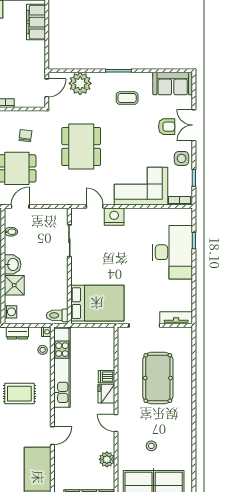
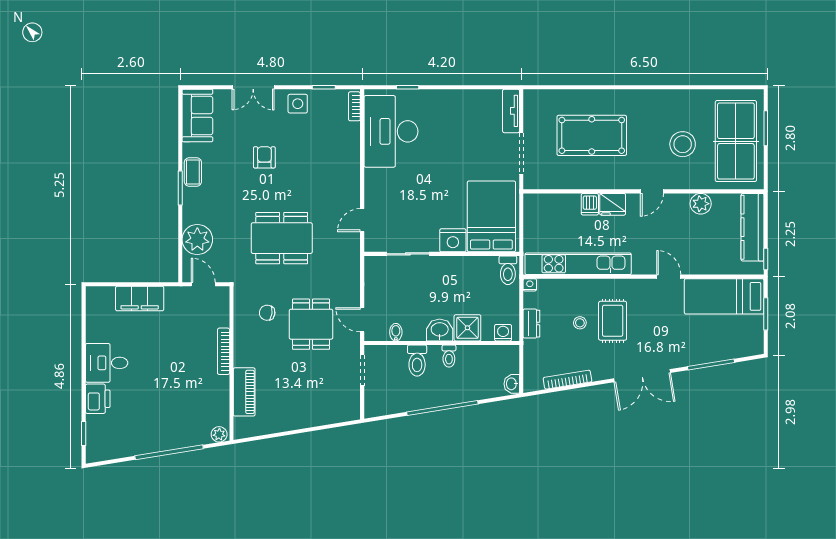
filing cabinet: (36, 22) -> (140, 299), moved
coffee table: (127, 98) -> (193, 172), moved
armchair: (167, 127) -> (264, 157), moved
corner sofa: (141, 186) -> (335, 158), removed
nightstand: (114, 217) -> (453, 240), moved, turned -90
desk: (172, 252) -> (391, 131), moved, turned -90
stool: (43, 350) -> (580, 323), moved
stool: (151, 446) -> (683, 144), width x1.89, depth x1.89

